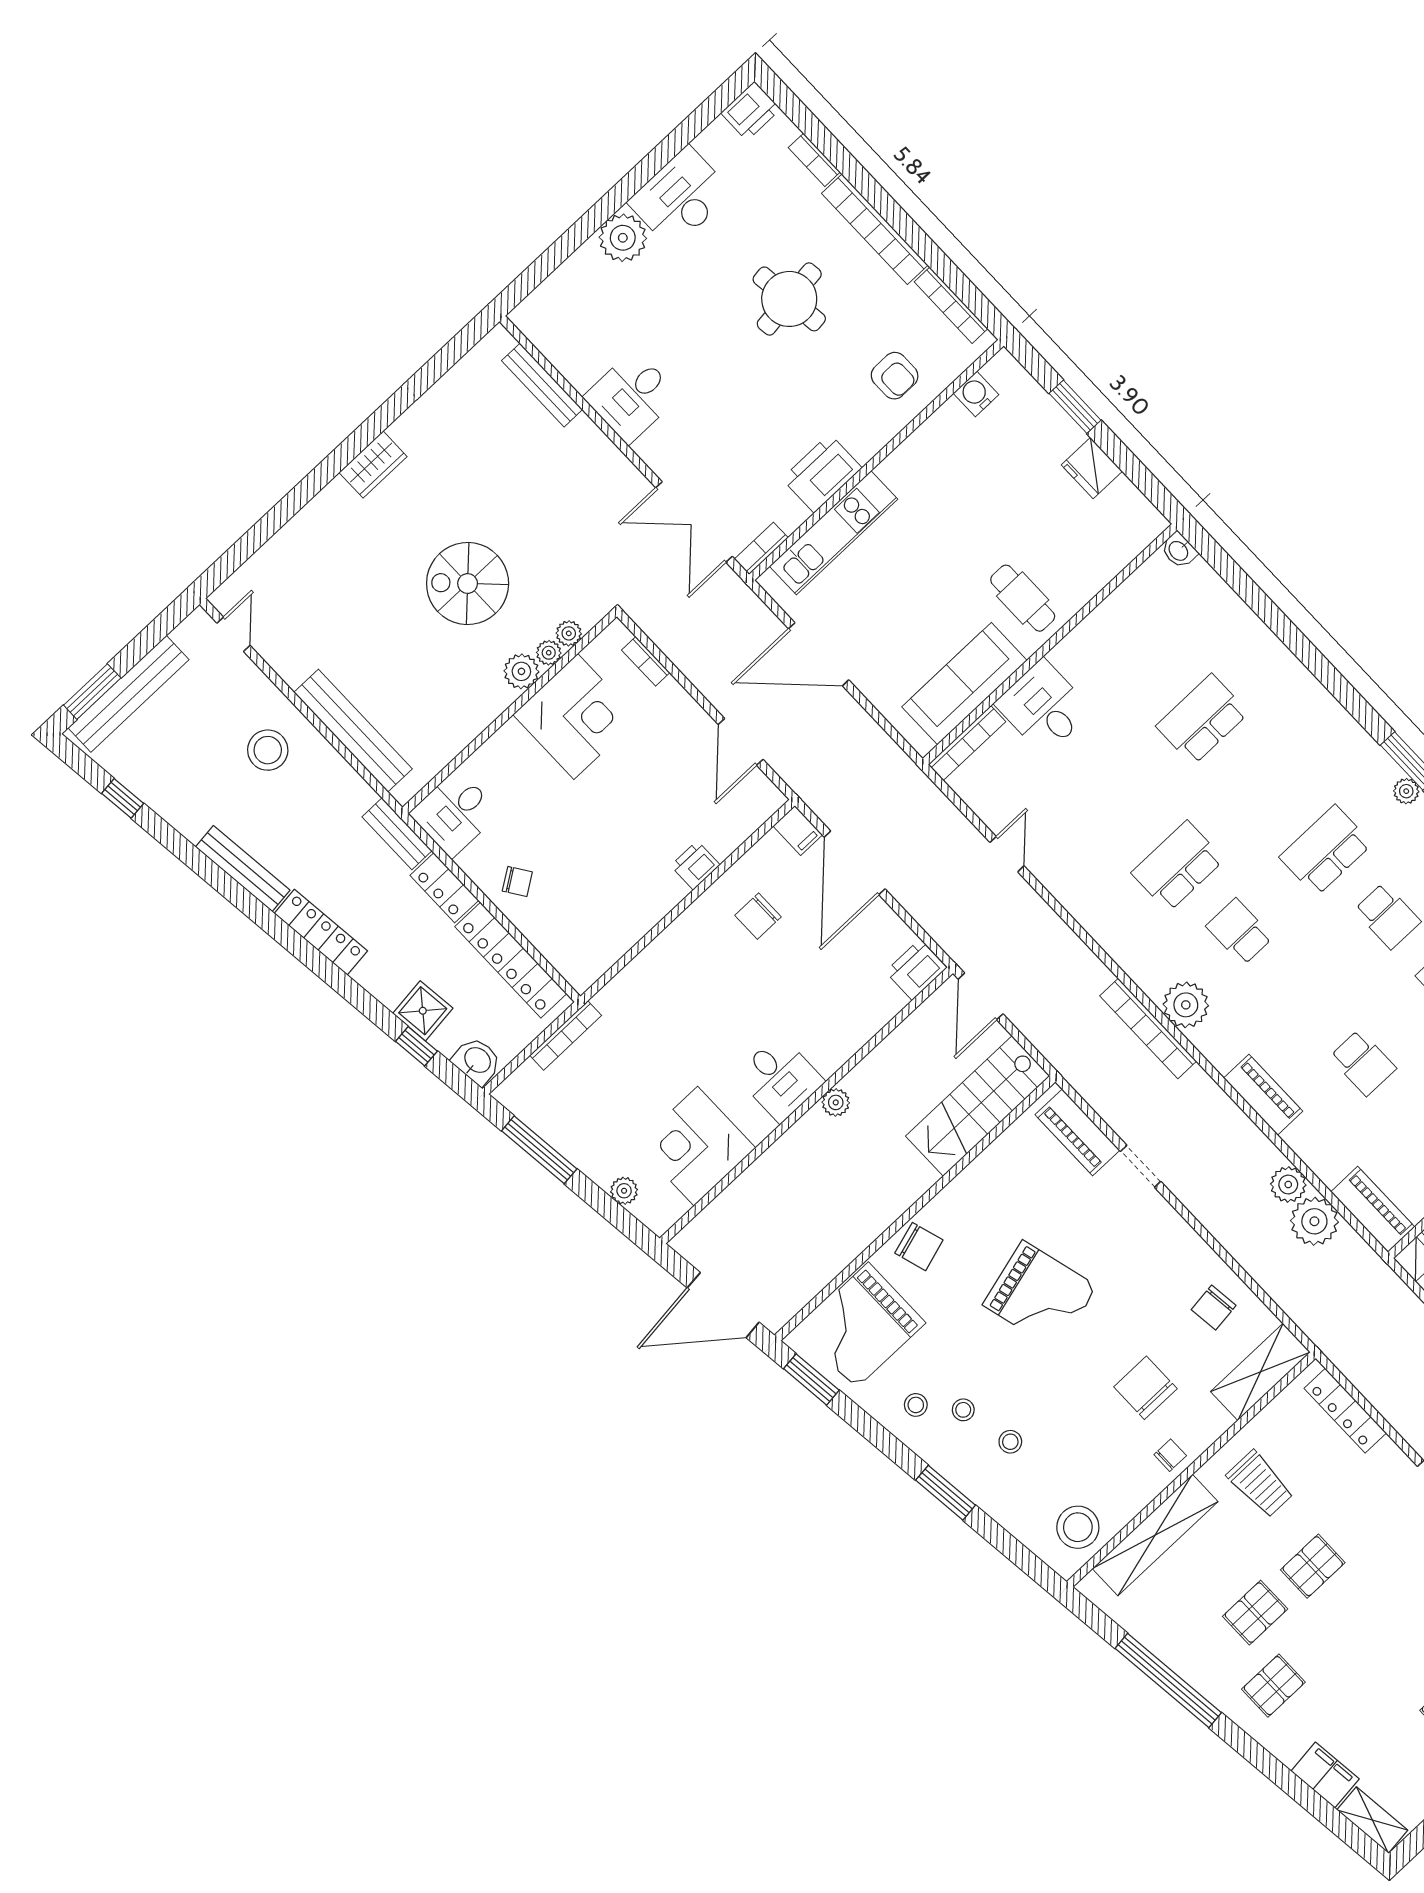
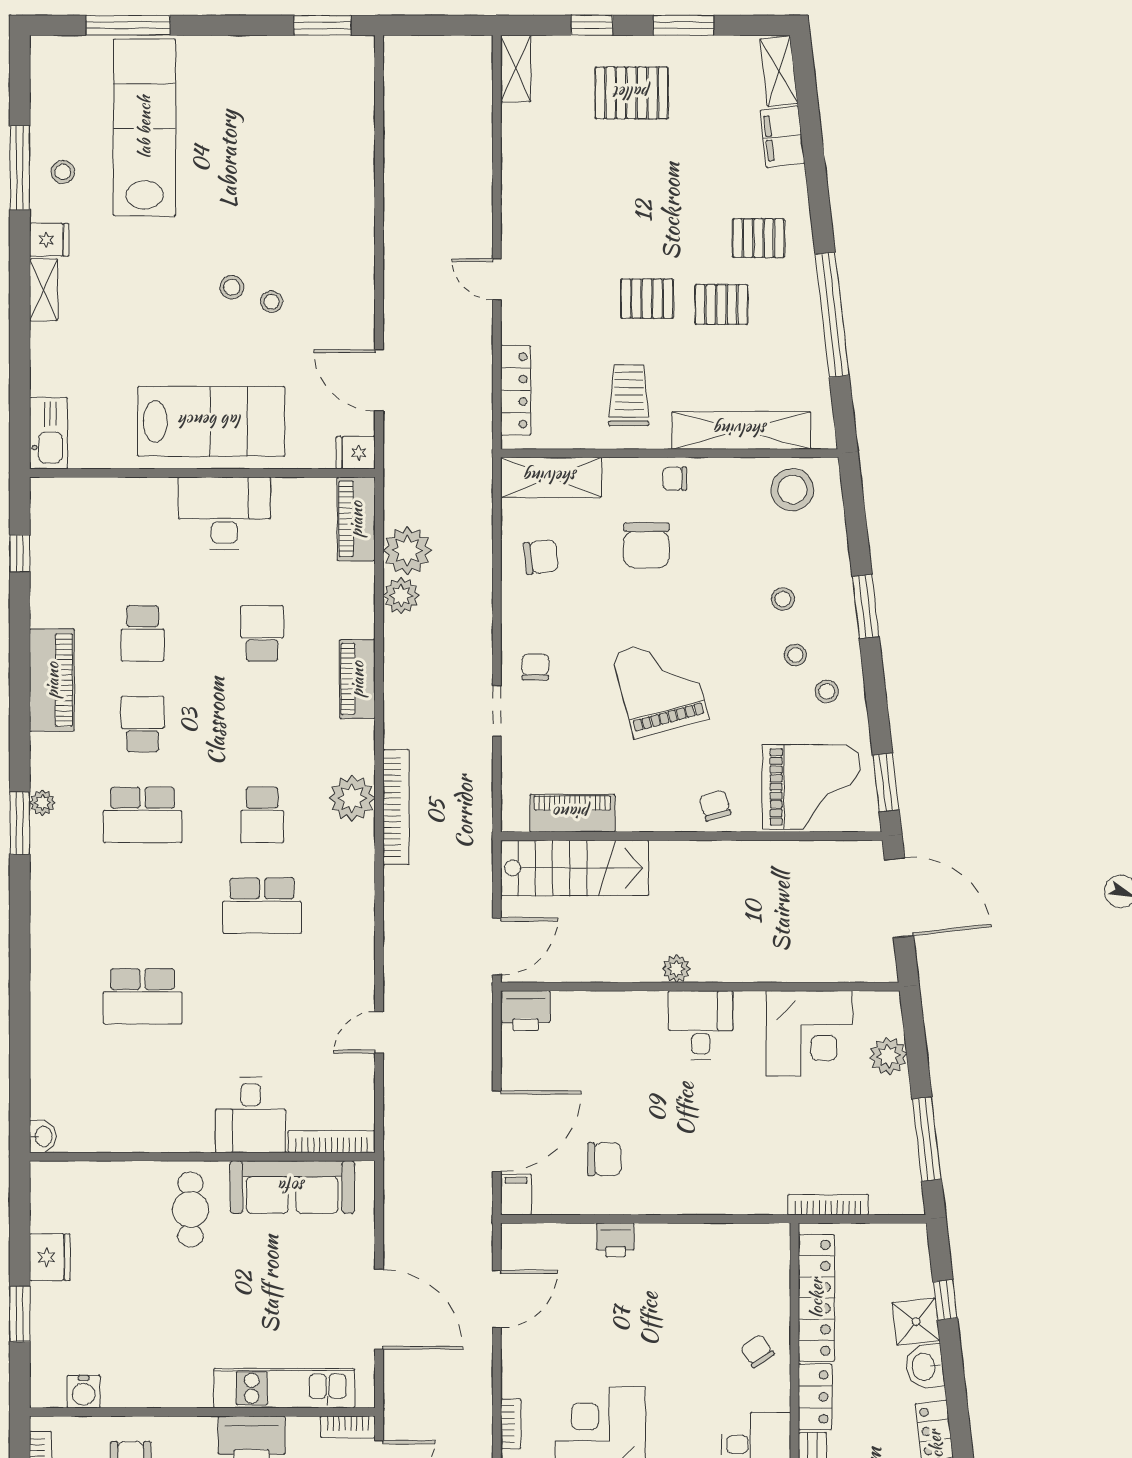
washbasin: (477, 1061) -> (925, 1367), moved
piano: (1078, 1132) -> (572, 813), moved, turned -90
plant: (624, 1191) -> (888, 1056), width x1.38, depth x1.38
chair: (1143, 1224) -> (535, 667), added
chair: (919, 1247) -> (715, 805), width x0.73, depth x0.73

